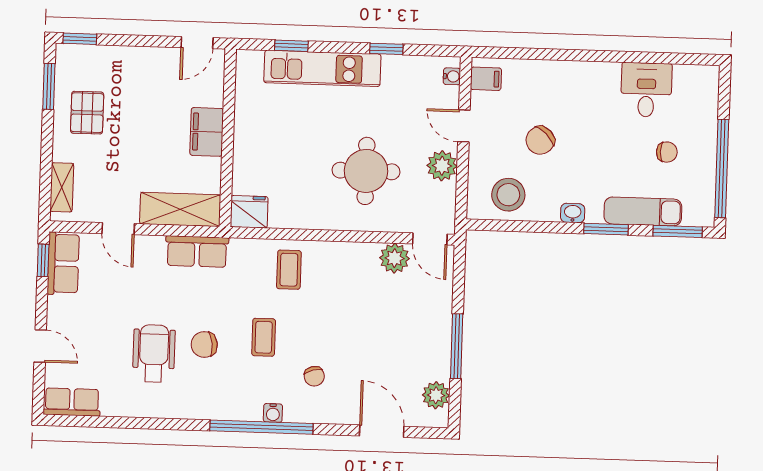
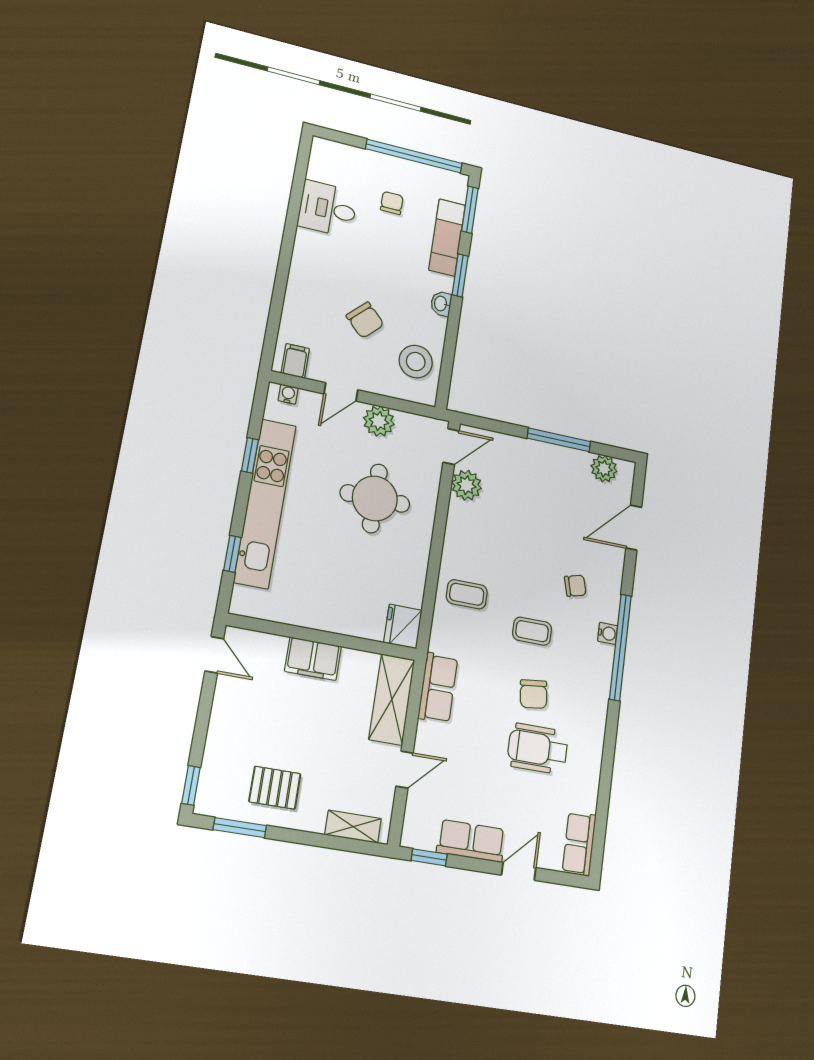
kitchen unit: (322, 68) -> (265, 503), width x1.36
row of seats: (63, 263) -> (471, 841), moved

